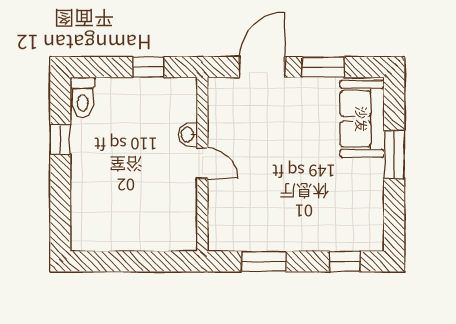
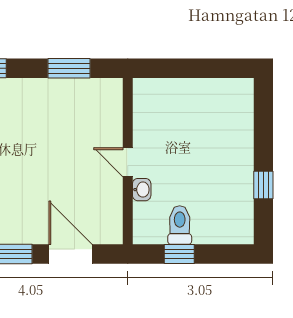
door: (262, 67) -> (70, 254), swing flipped
toilet: (83, 97) -> (180, 225), moved

